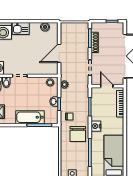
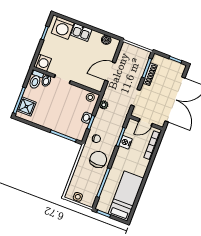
door: (107, 86) -> (146, 122), swing flipped
bathtub: (30, 117) -> (57, 125), removed
nightstand: (96, 126) -> (126, 142), moved
chair: (78, 134) -> (98, 159), turned 180

